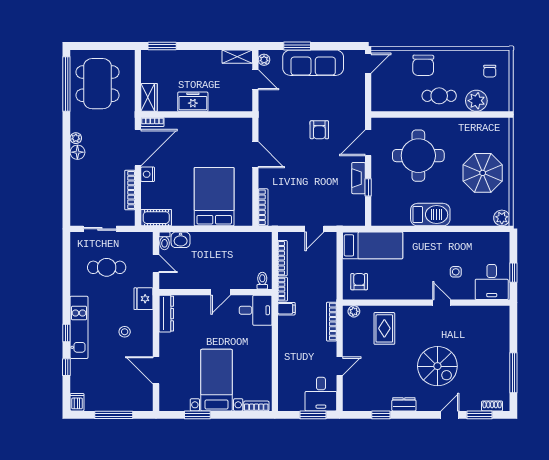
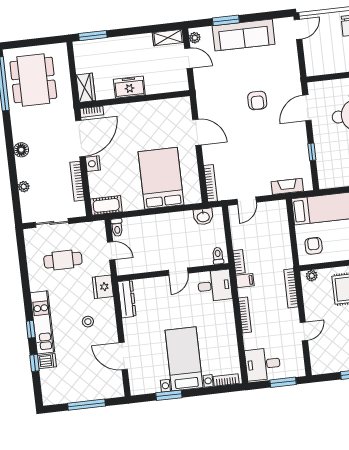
plant: (76, 138) -> (24, 187), moved
fireplace: (359, 178) -> (287, 186), moved, turned 90
door: (314, 229) -> (247, 201), moved
washbasin: (181, 240) -> (203, 217), moved
bookcase: (282, 258) -> (245, 315), moved
desk: (321, 394) -> (263, 364), moved, turned 90
dishwasher: (77, 402) -> (47, 361), moved, turned 90

